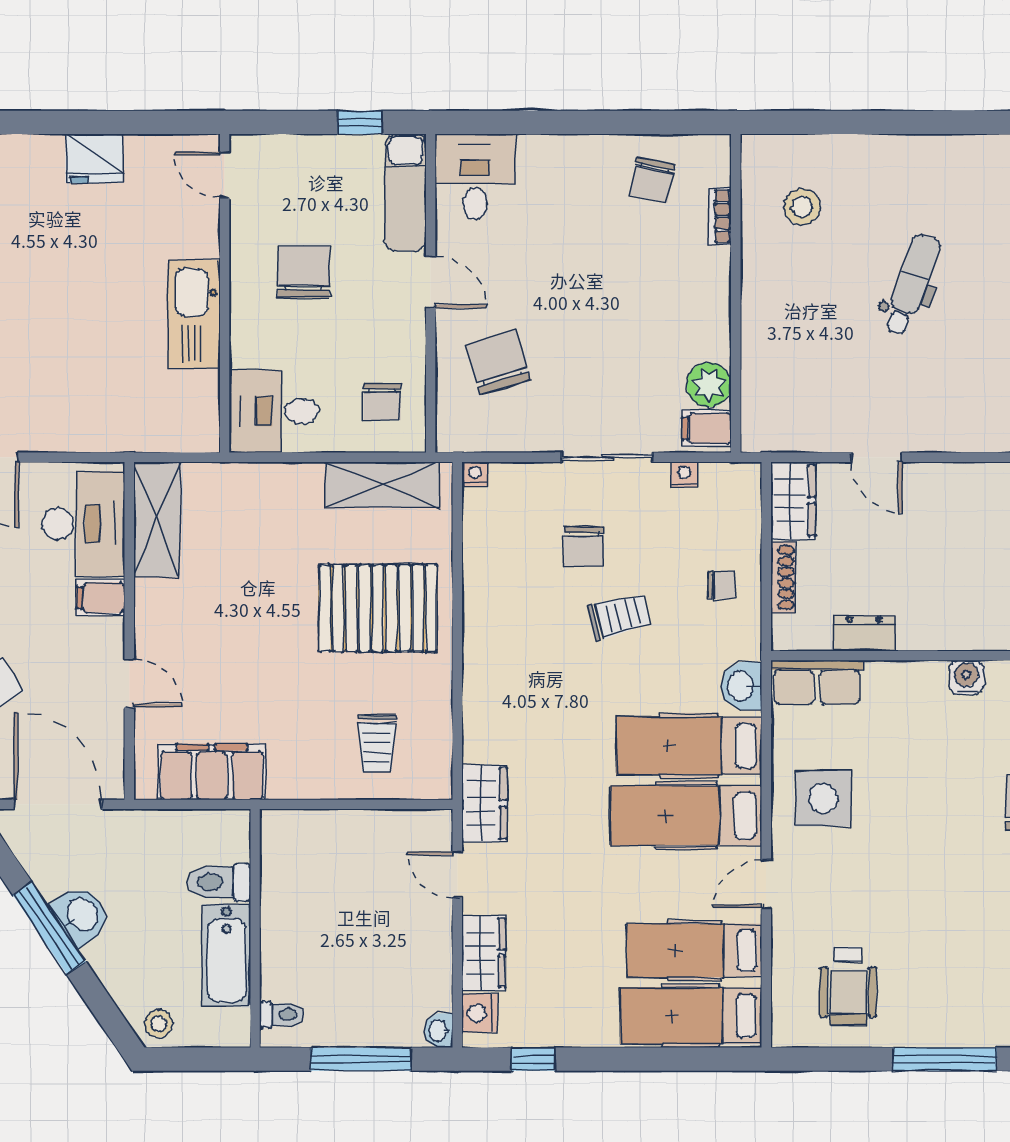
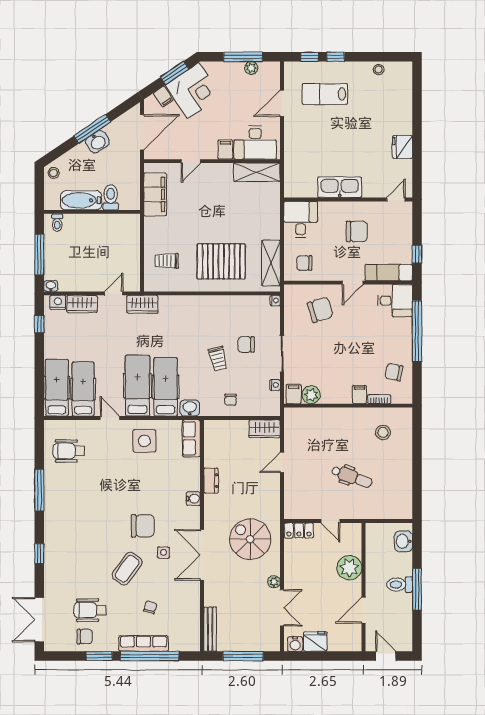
window: (550, 122) -> (417, 331), added
filing cabinet: (708, 265) -> (359, 395), added
shoe rack: (783, 578) -> (233, 425), removed
pallet: (378, 608) -> (221, 261), turned 90
dresser: (864, 633) -> (211, 481), moved

